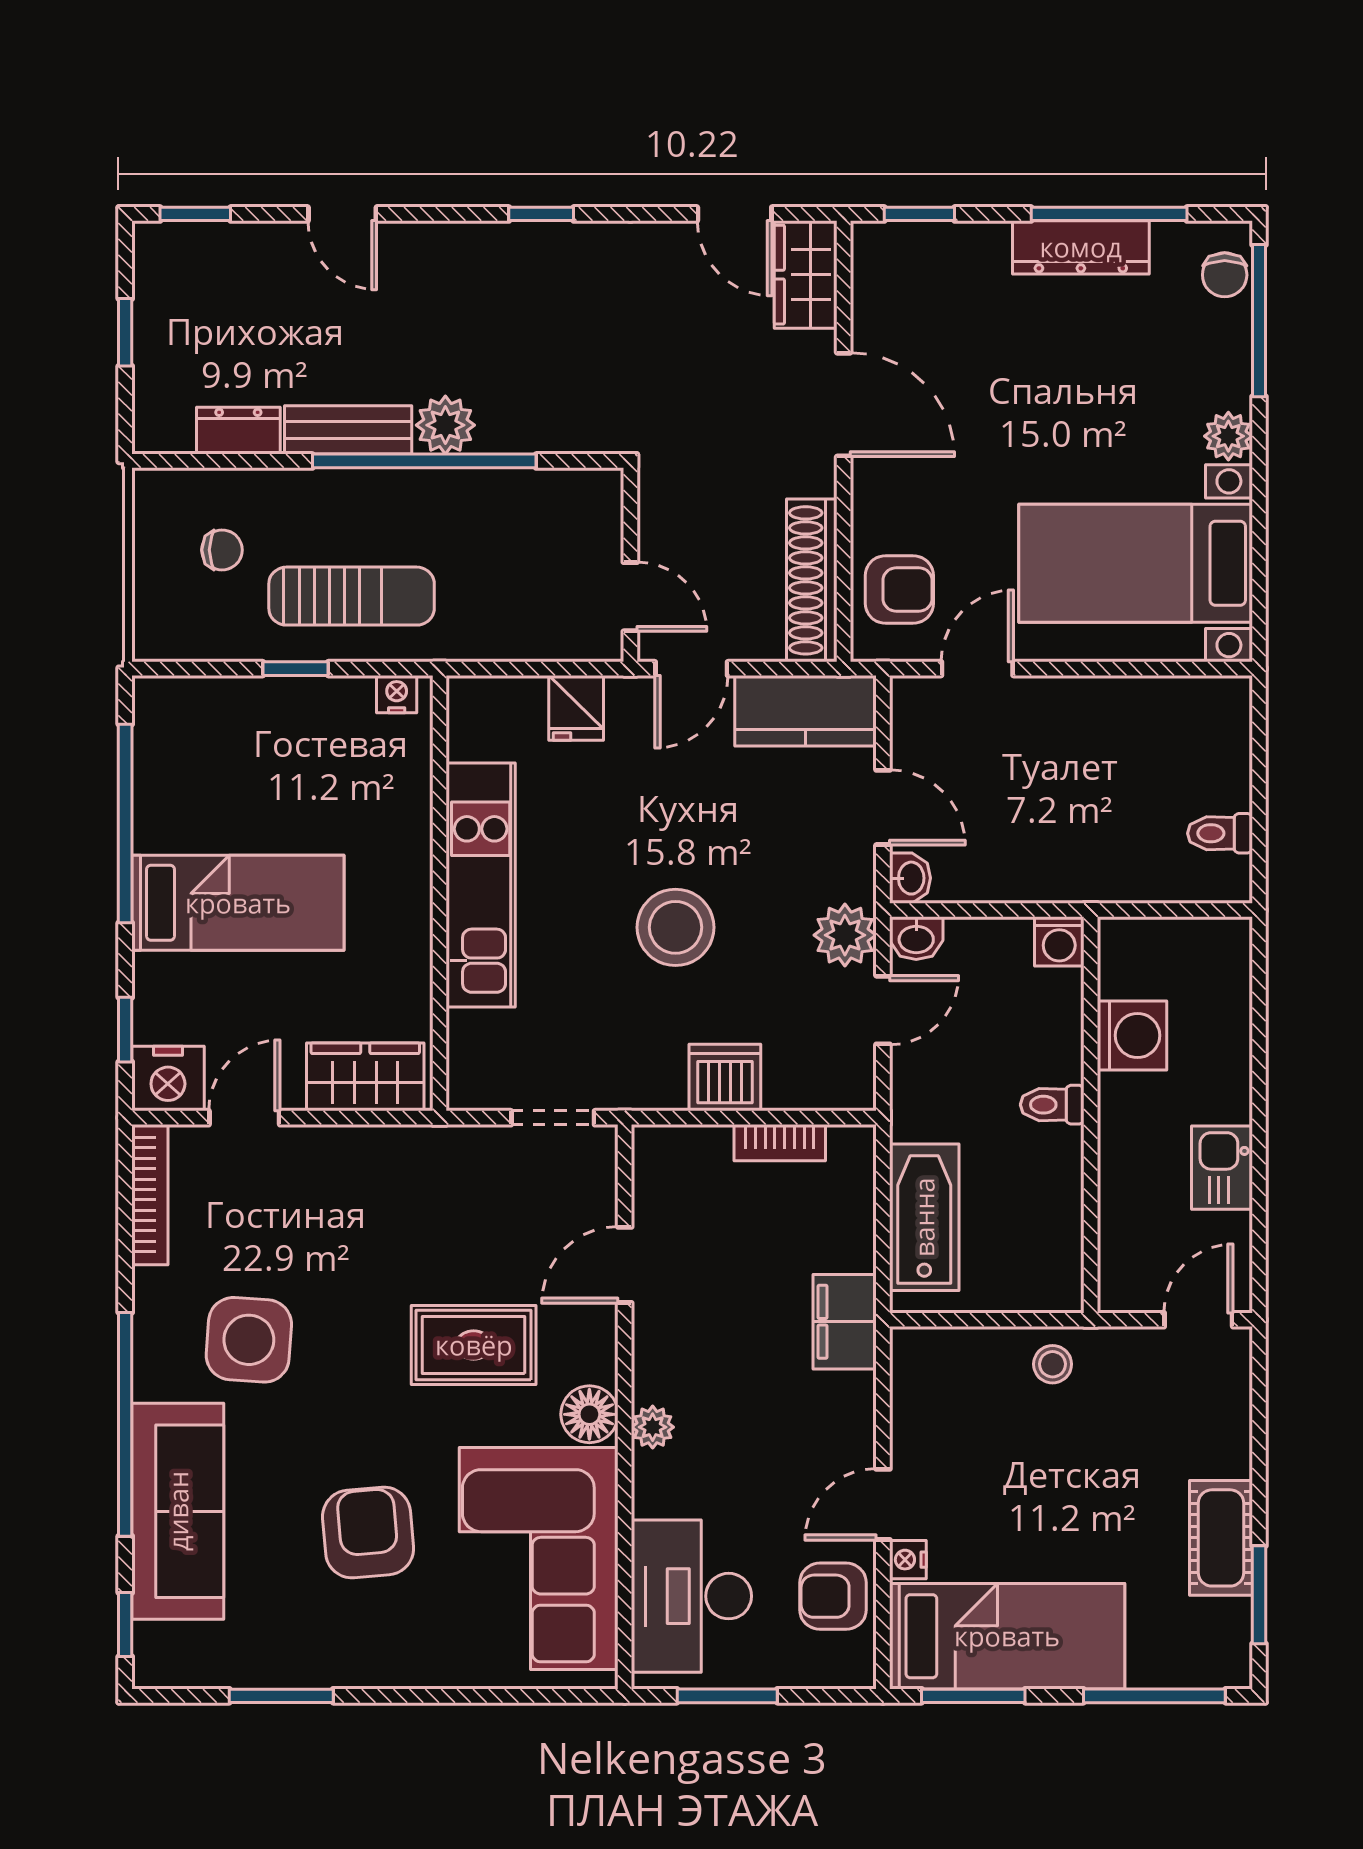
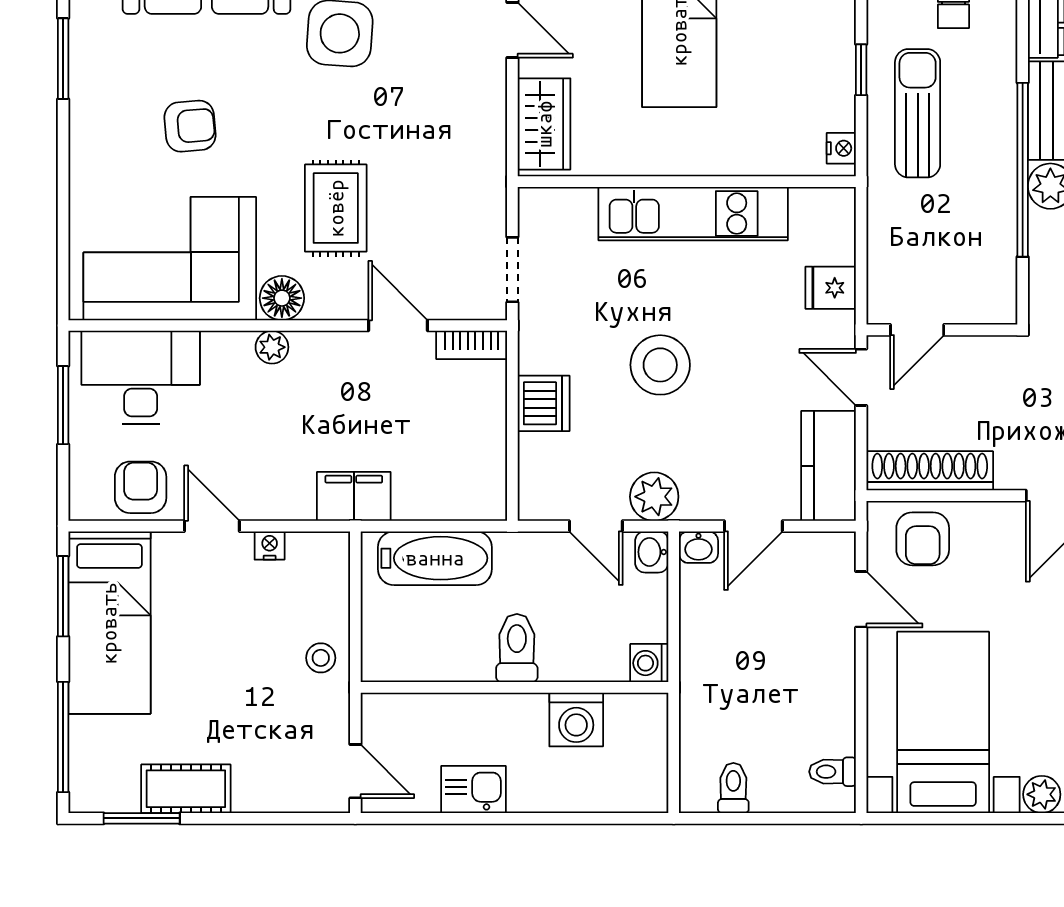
sun lounger: (352, 596) -> (918, 113), turned 180
toilet: (1199, 705) -> (833, 772), added
toilet: (1052, 1105) -> (517, 648), width x1.37, depth x1.39
bookcase: (780, 1143) -> (472, 345), moved, turned -90
armchair: (368, 1533) -> (190, 126), width x0.72, depth x0.72
nightstand: (908, 1560) -> (270, 546), moved

